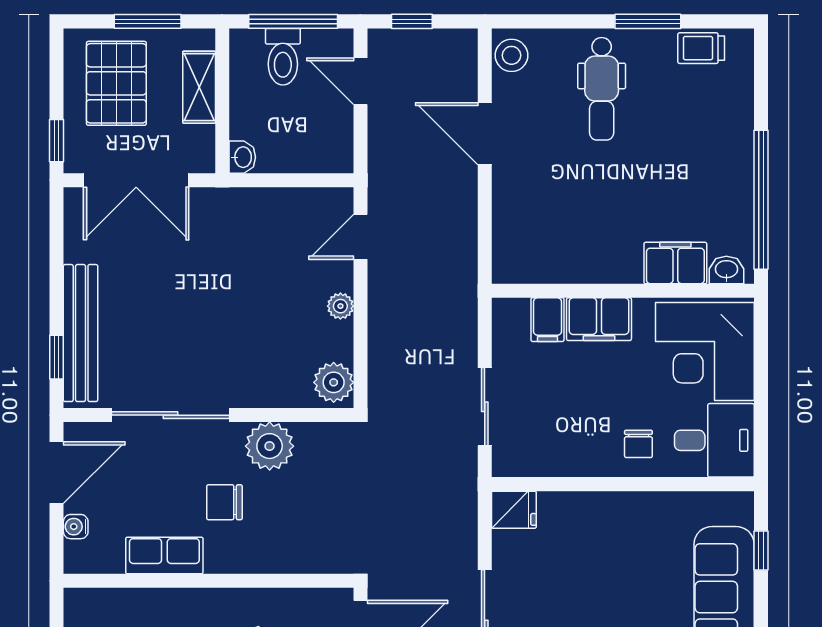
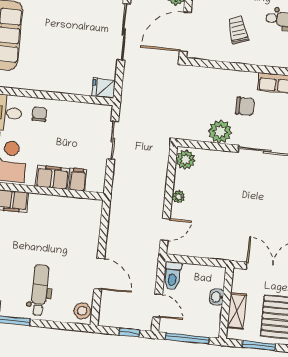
toilet: (283, 57) -> (172, 276), moved, turned 180
washbasin: (242, 157) -> (217, 297), moved

